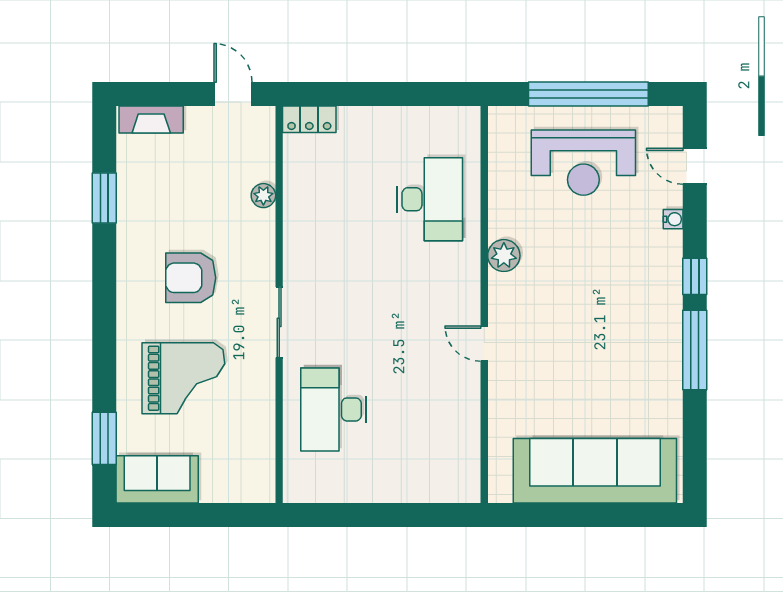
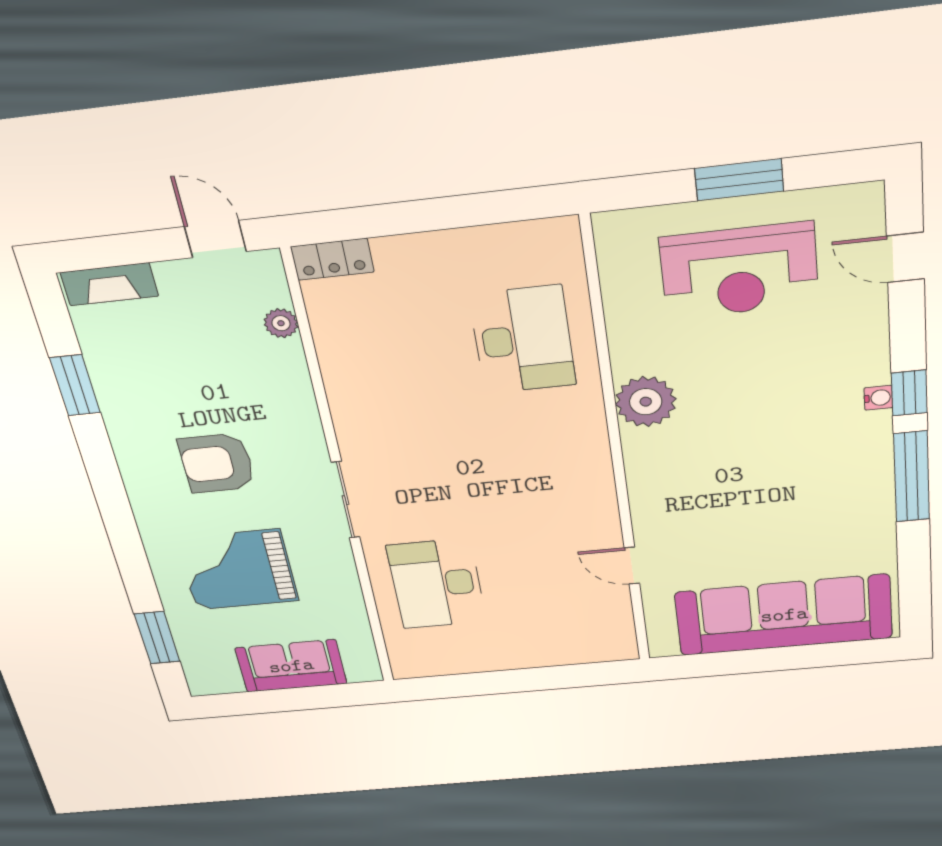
window: (588, 94) -> (739, 180), width x0.47
plant: (263, 196) -> (281, 323), moved
water cooler: (673, 219) -> (878, 398), moved
plant: (504, 256) -> (646, 402), width x1.36, depth x1.36
door: (484, 344) -> (632, 566), moved
grand piano: (183, 378) -> (237, 570), turned 180
sofa: (157, 479) -> (291, 666), moved

